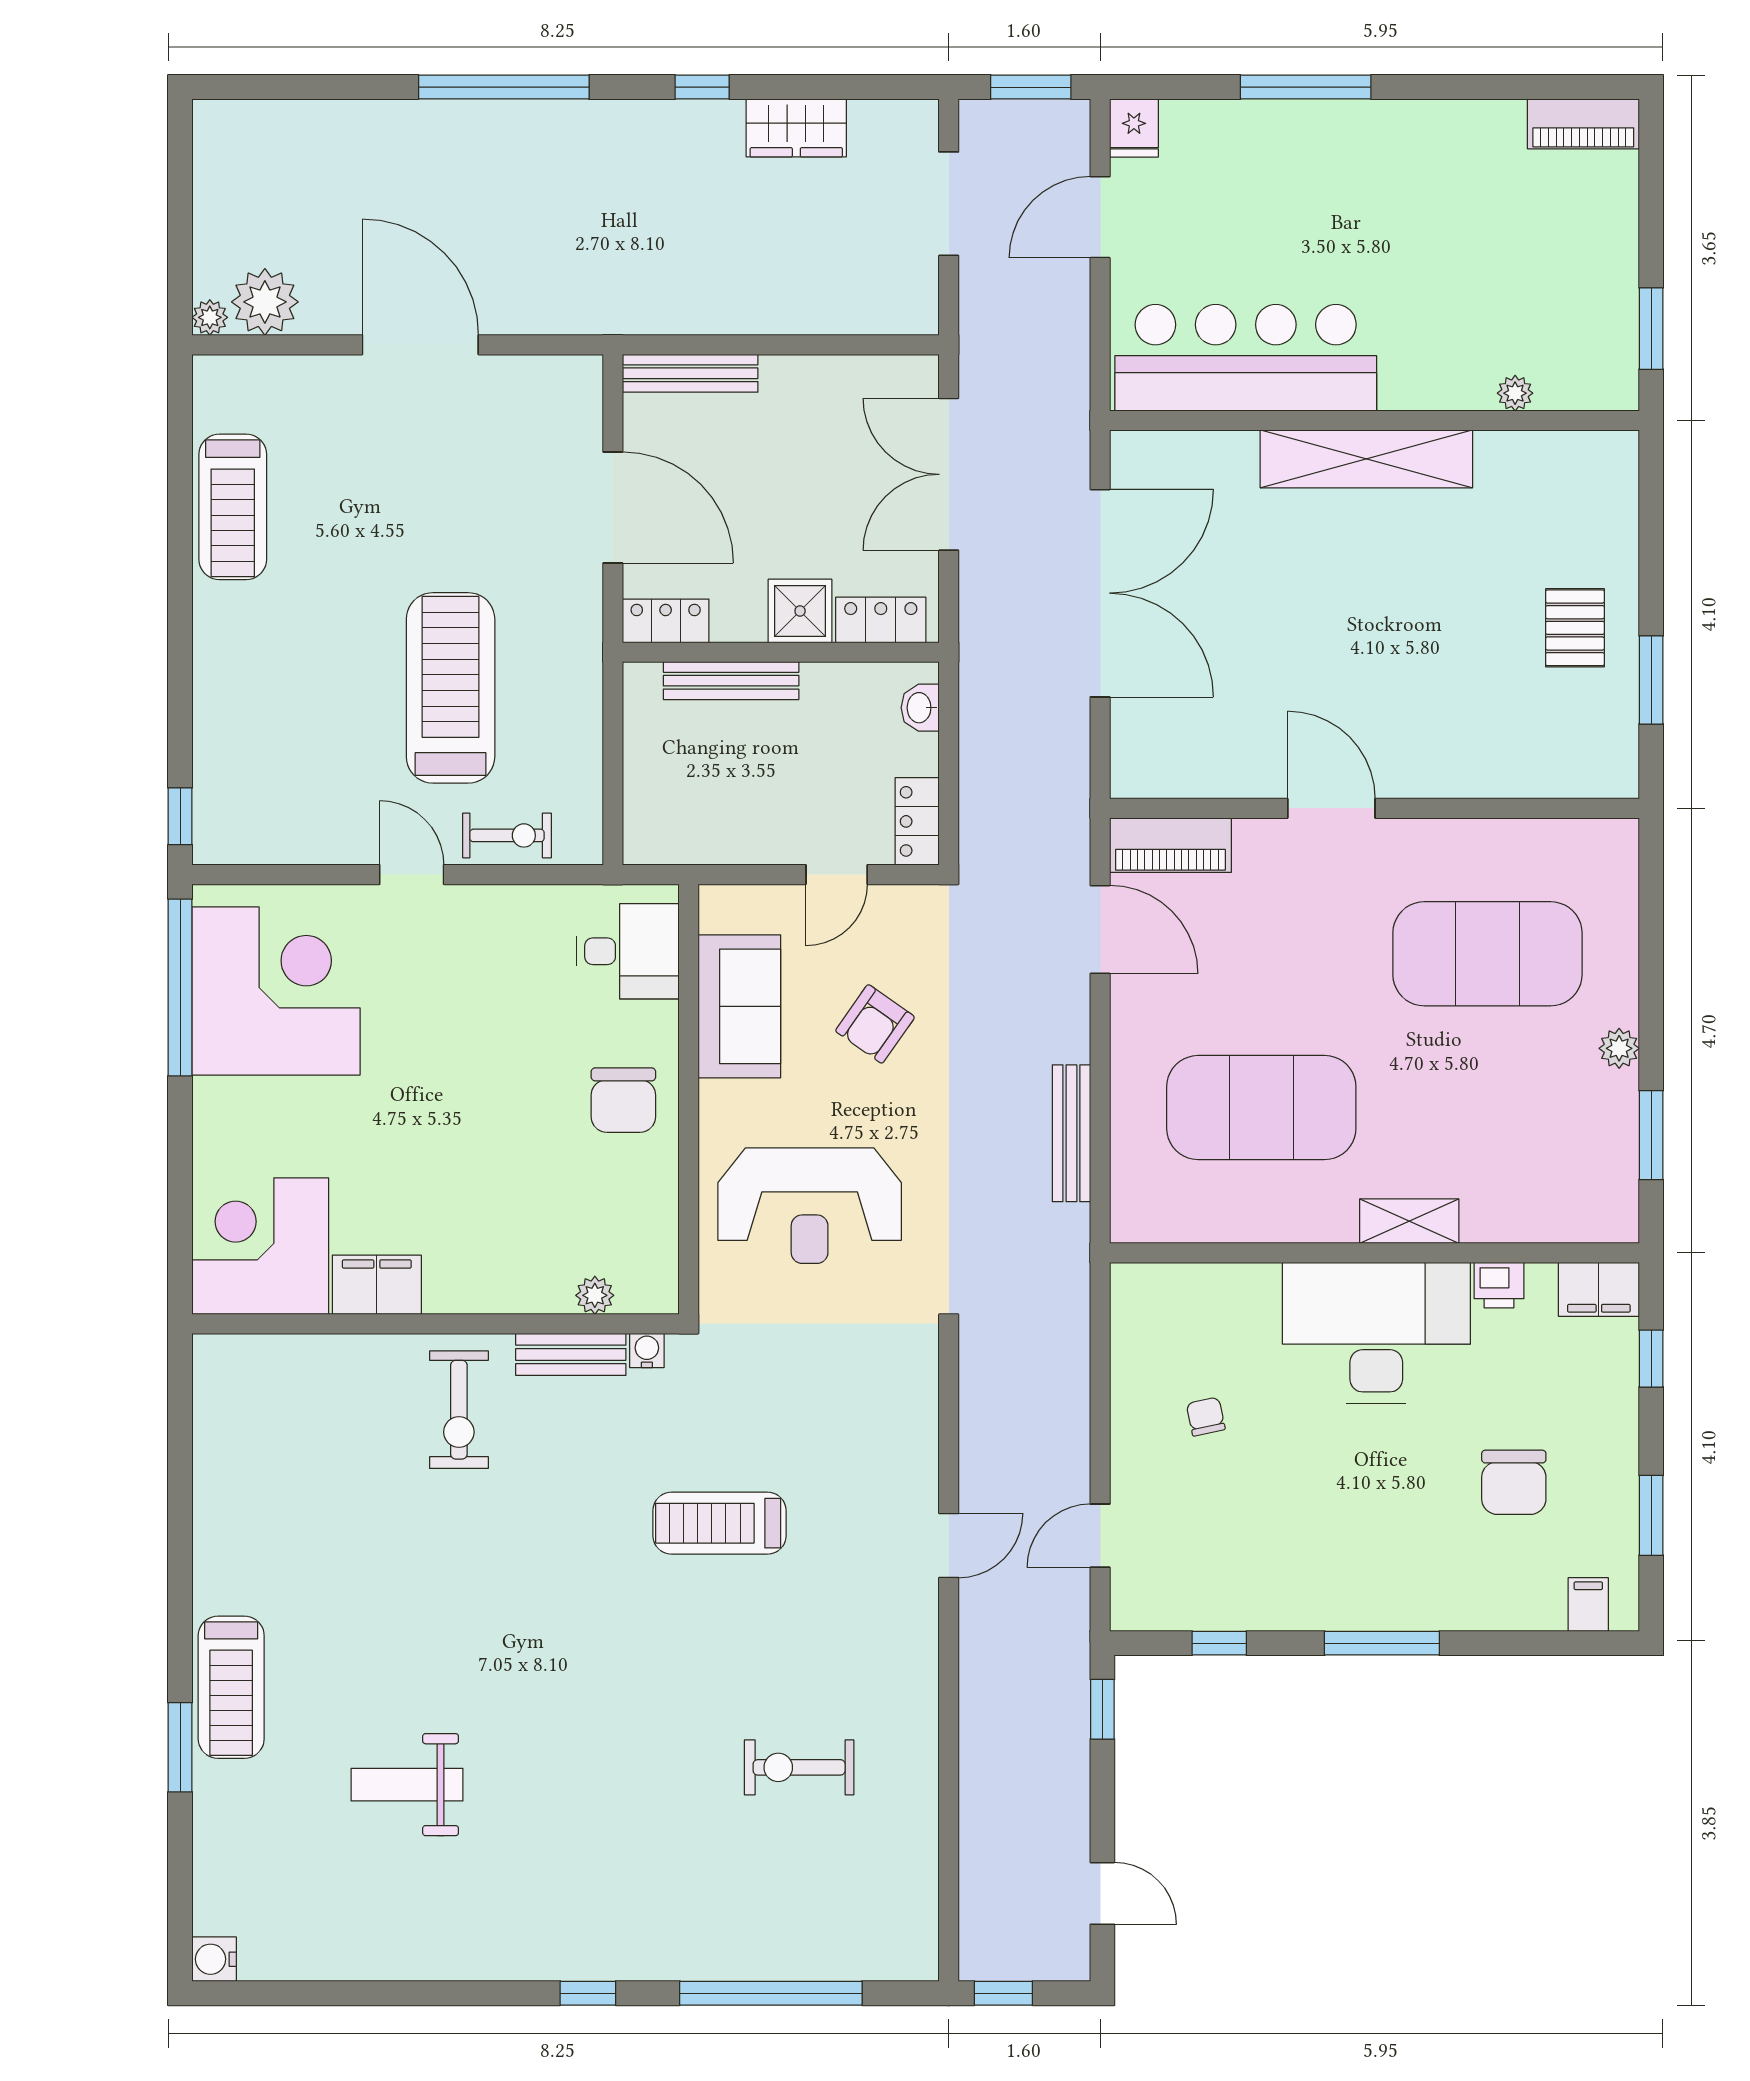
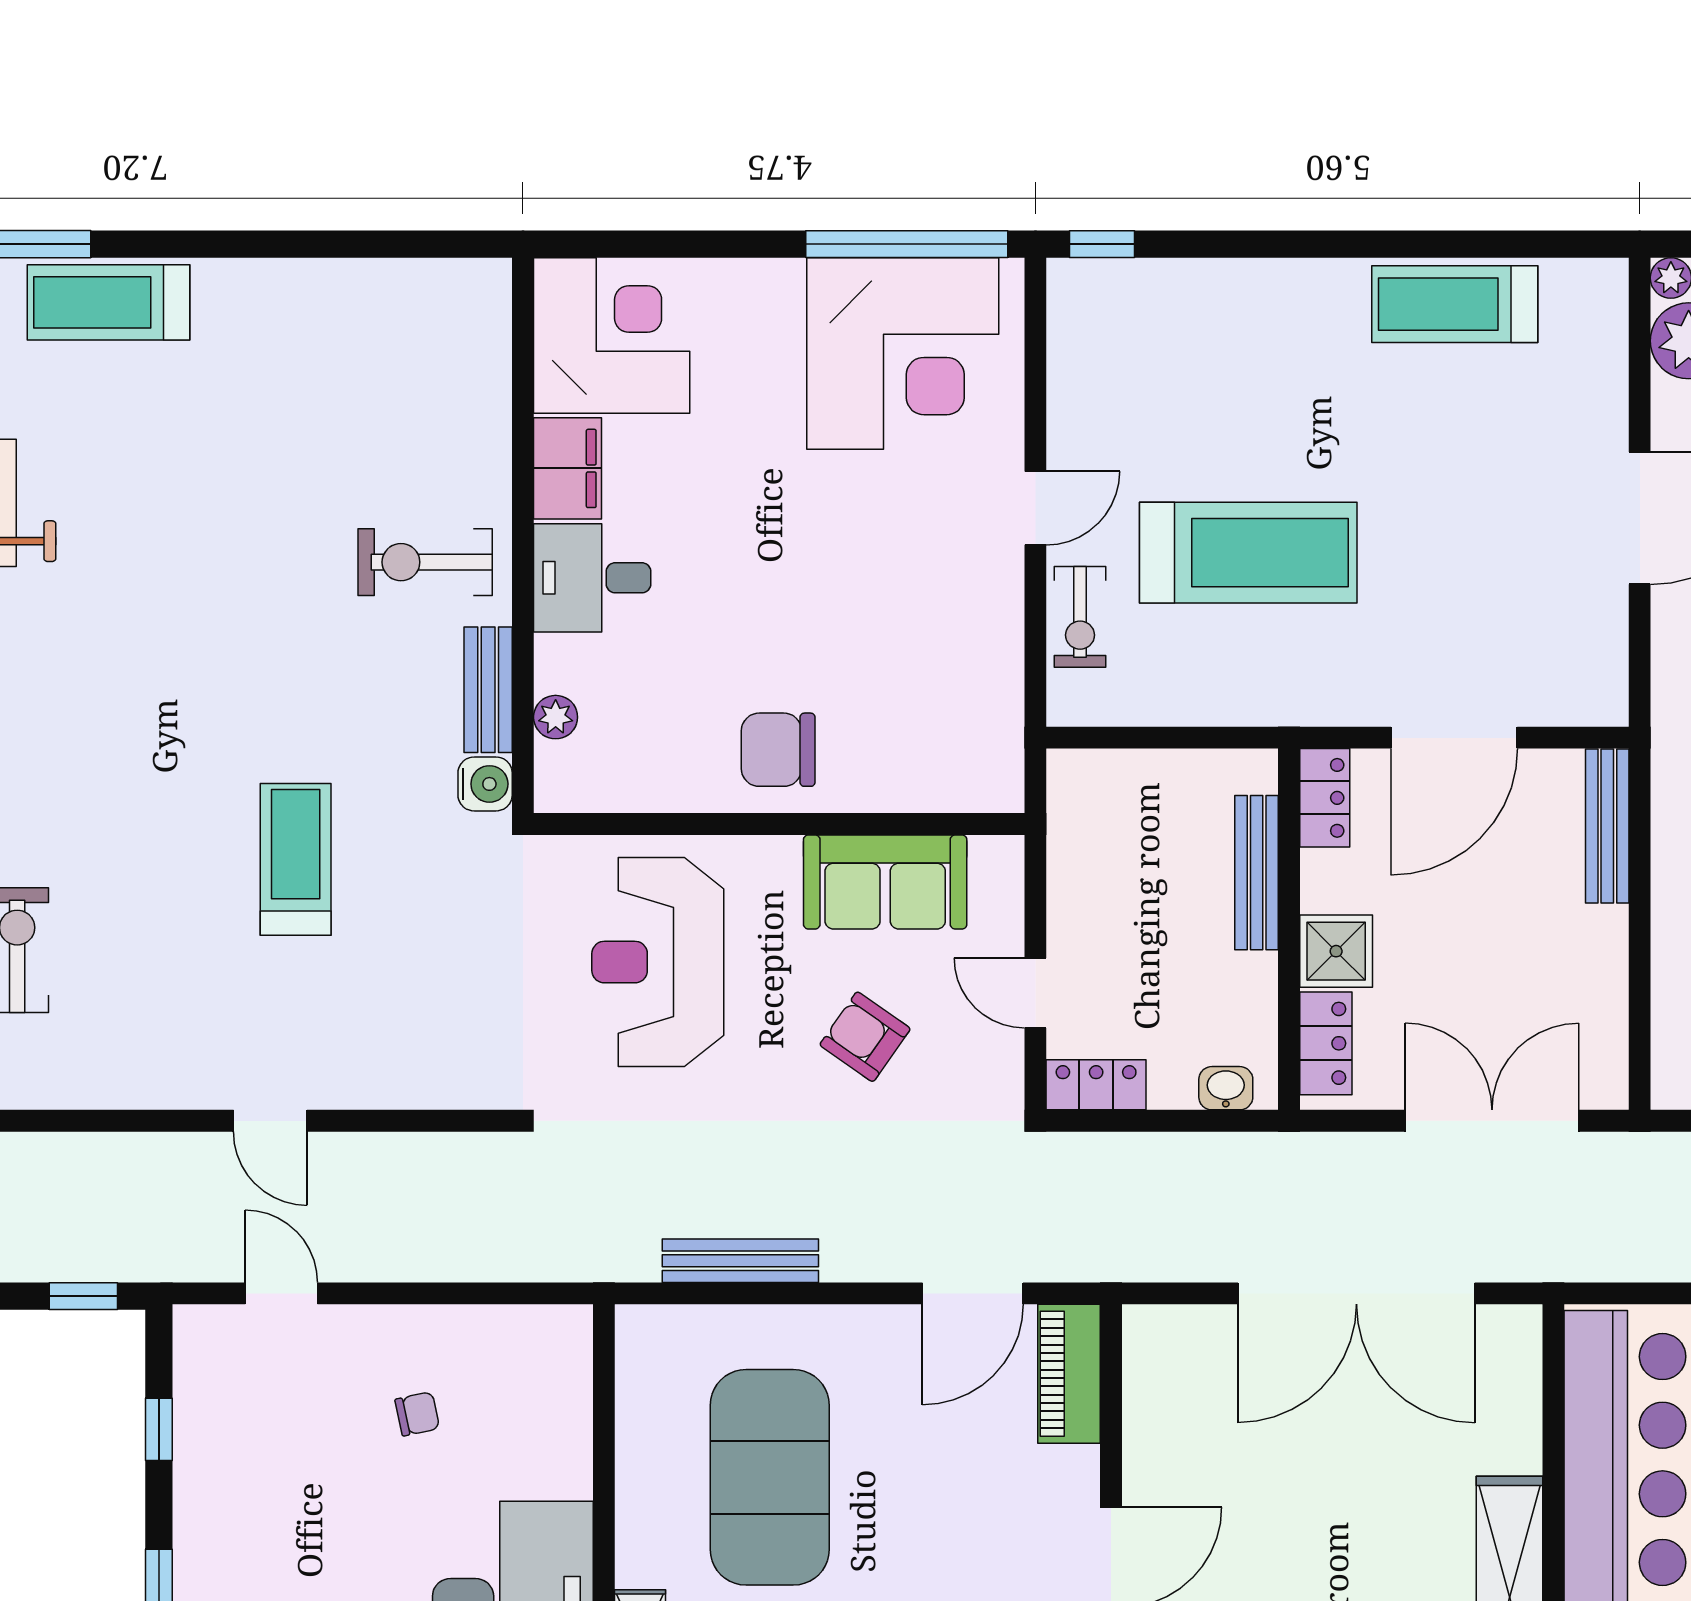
desk: (628, 951) -> (592, 578), moved, turned 90
water cooler: (647, 1351) -> (485, 784), width x1.38, depth x1.38

